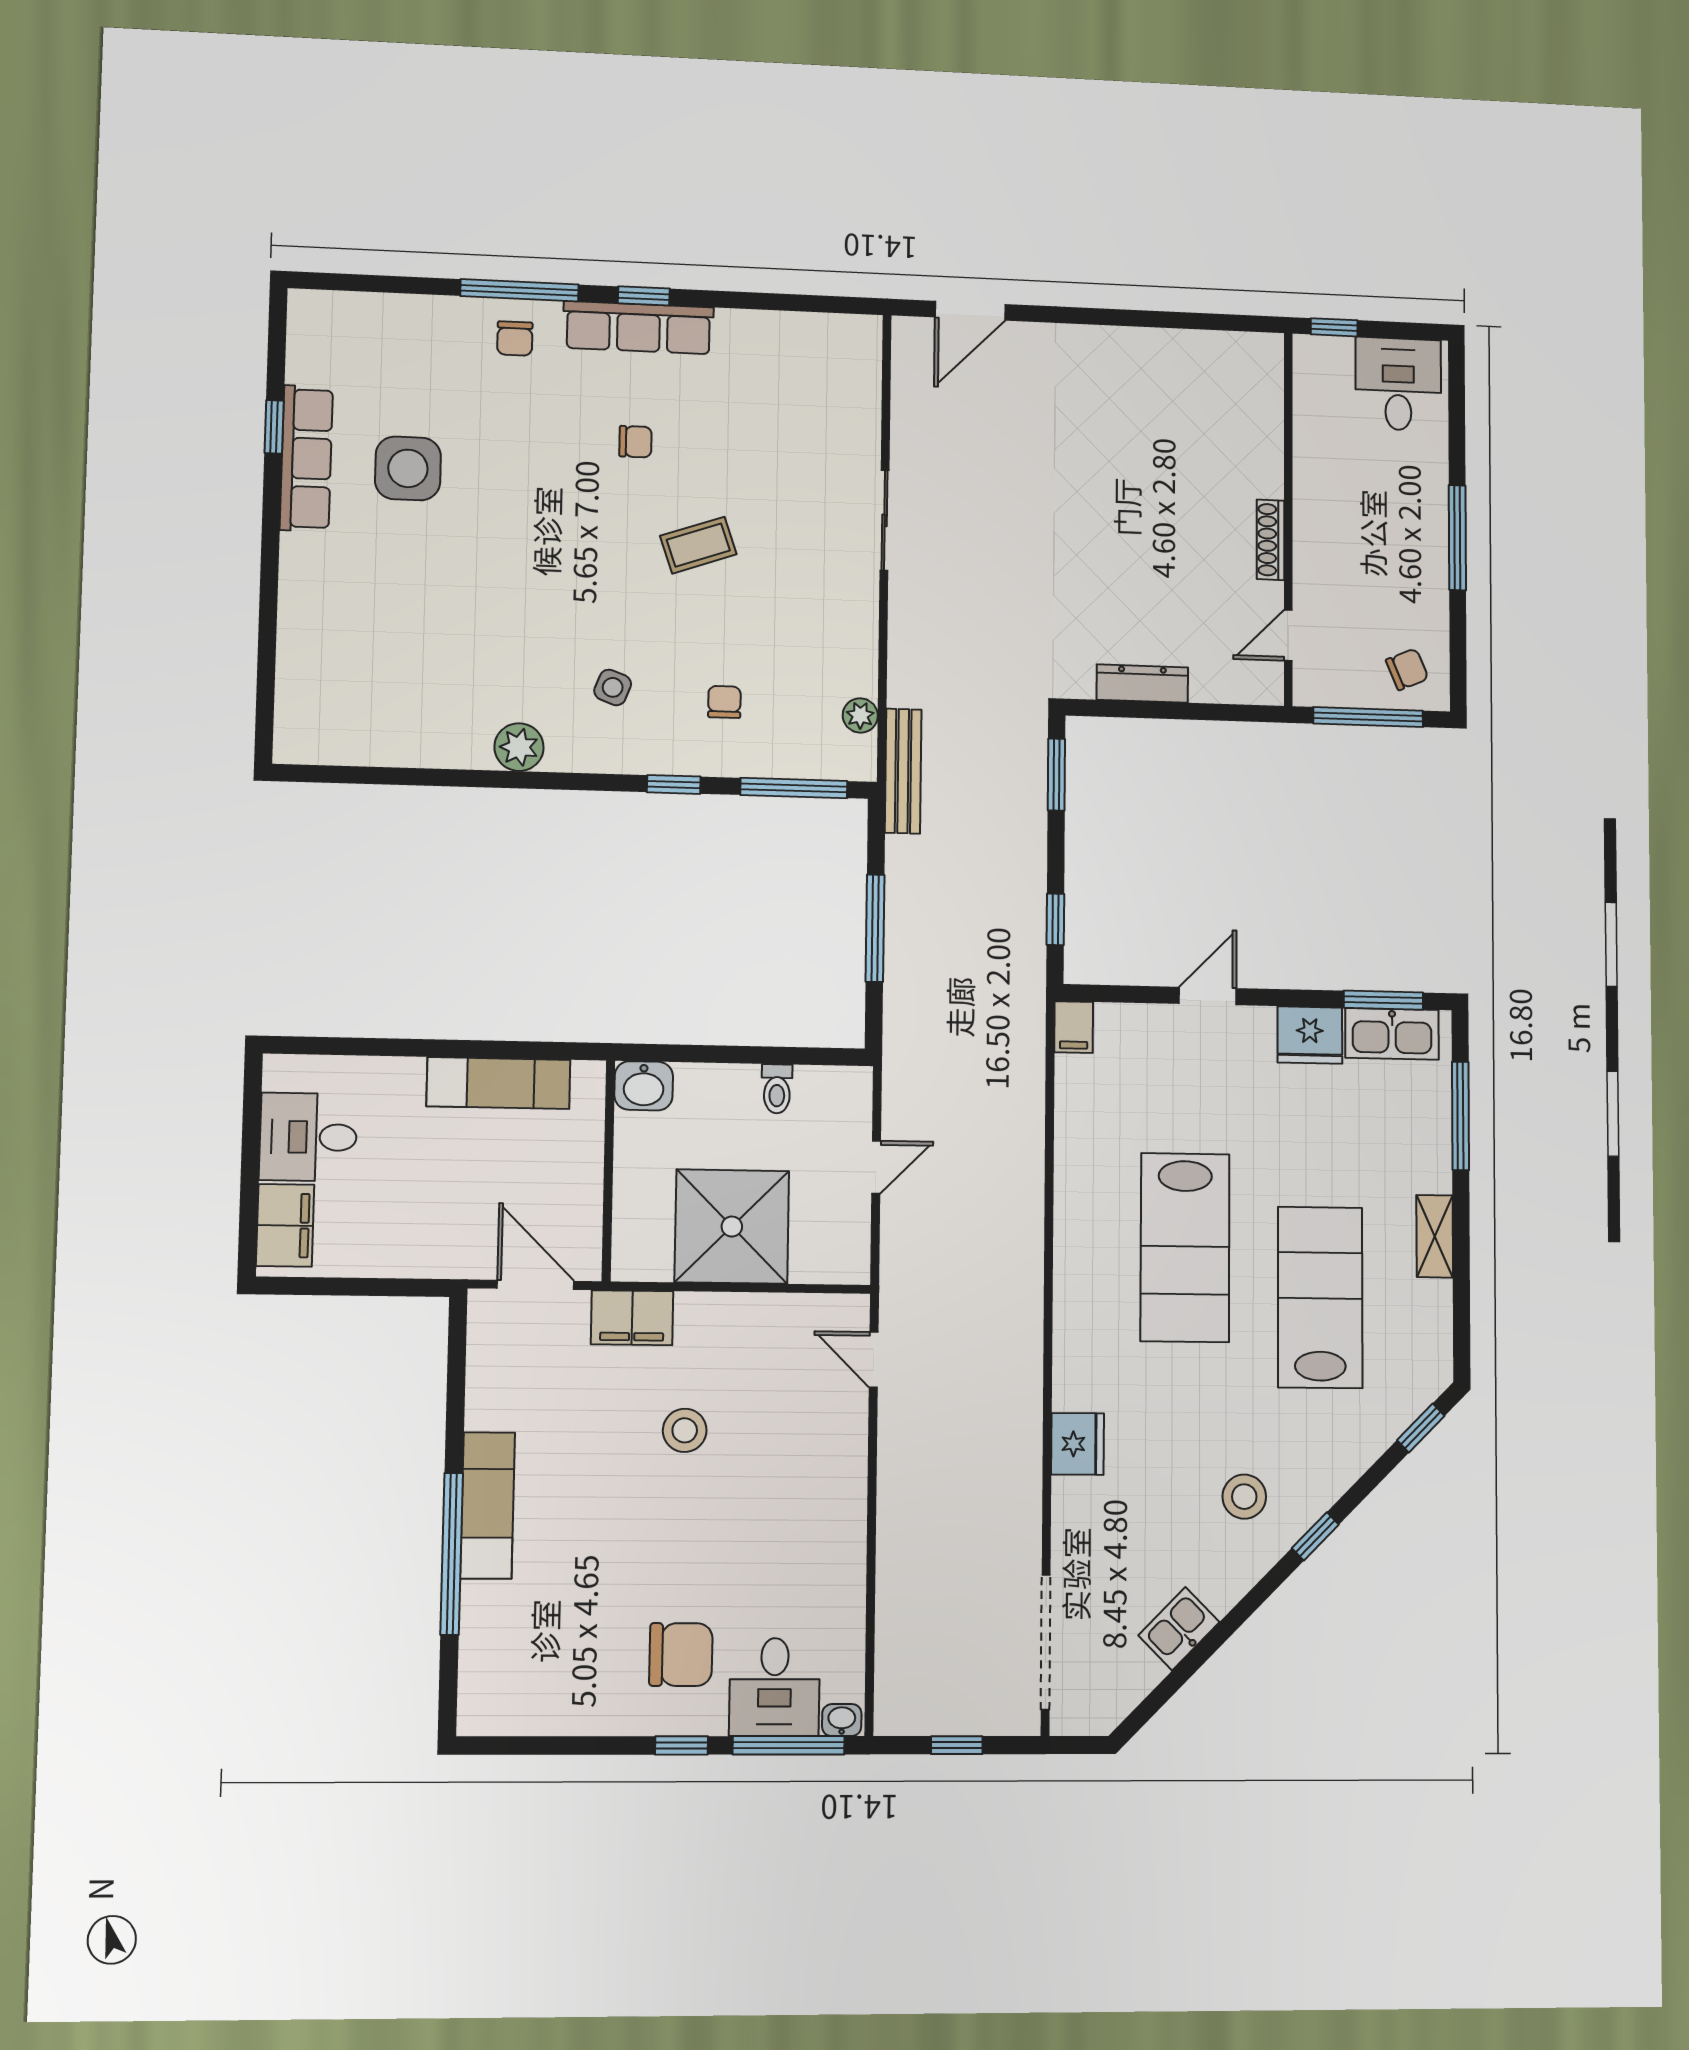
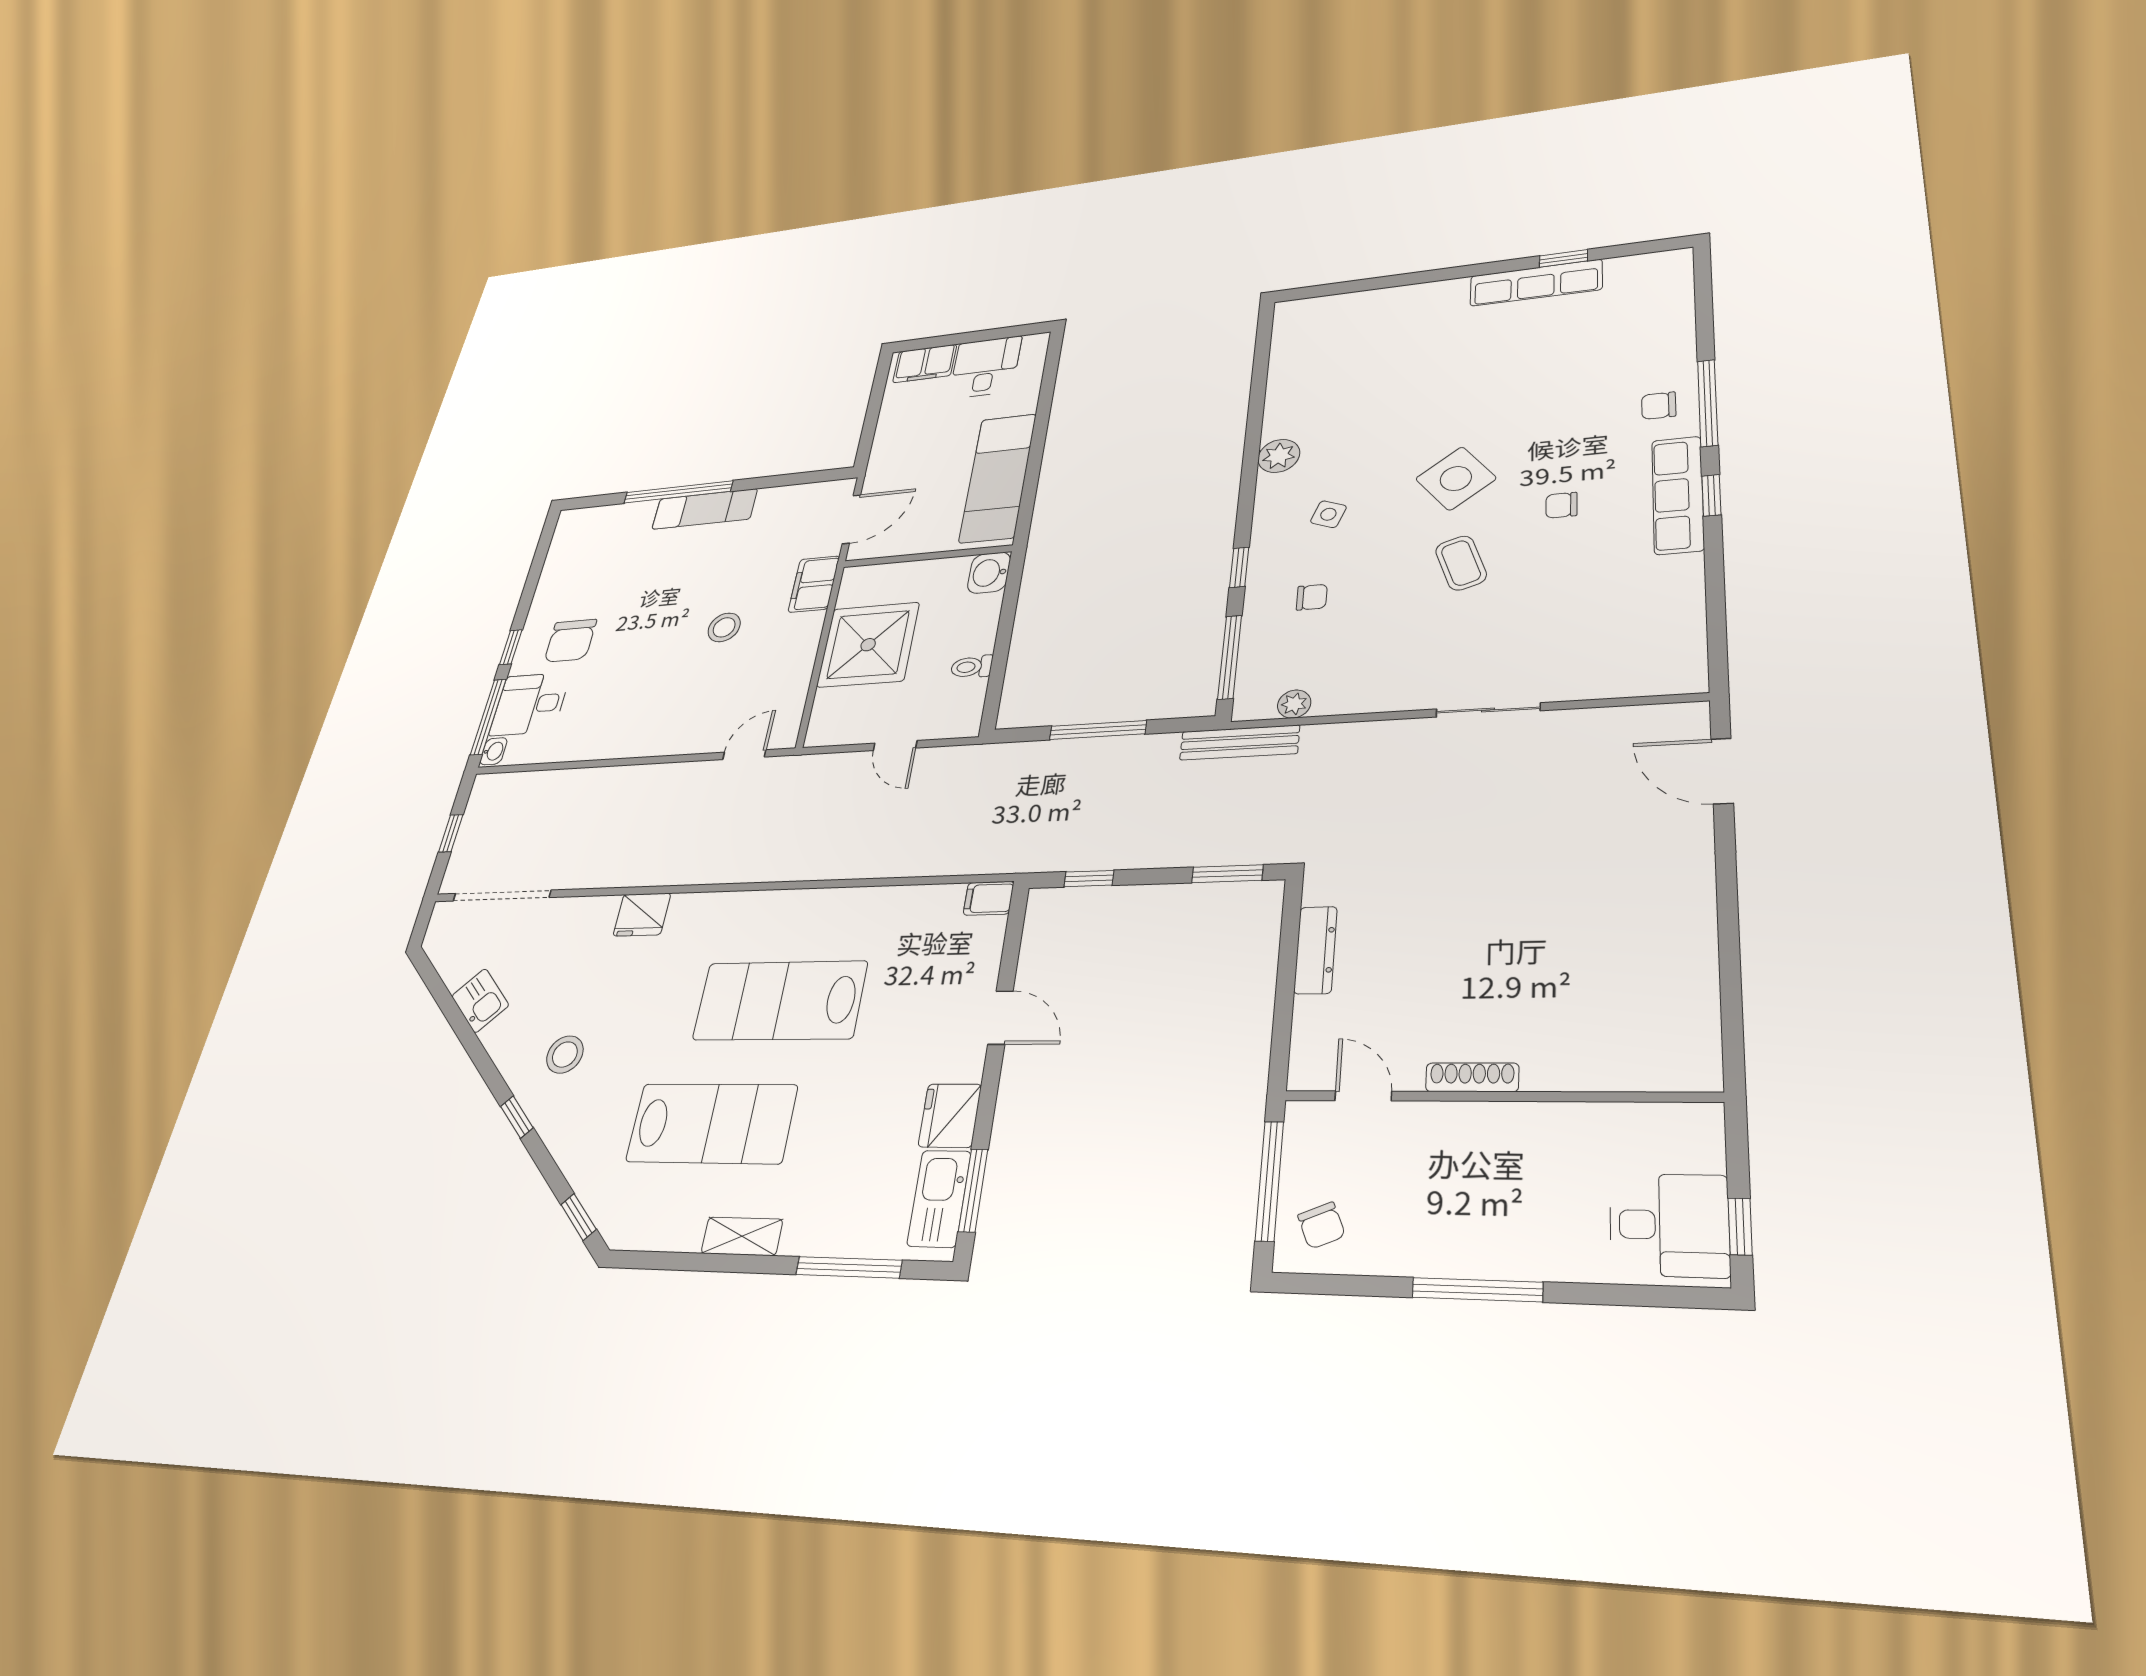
window: (1334, 327) -> (1740, 1226), moved
chair: (635, 442) -> (1561, 505), turned 90
side table: (408, 468) -> (1456, 479), moved, turned -38
exam couch: (498, 1083) -> (998, 478), width x1.36, depth x1.45

